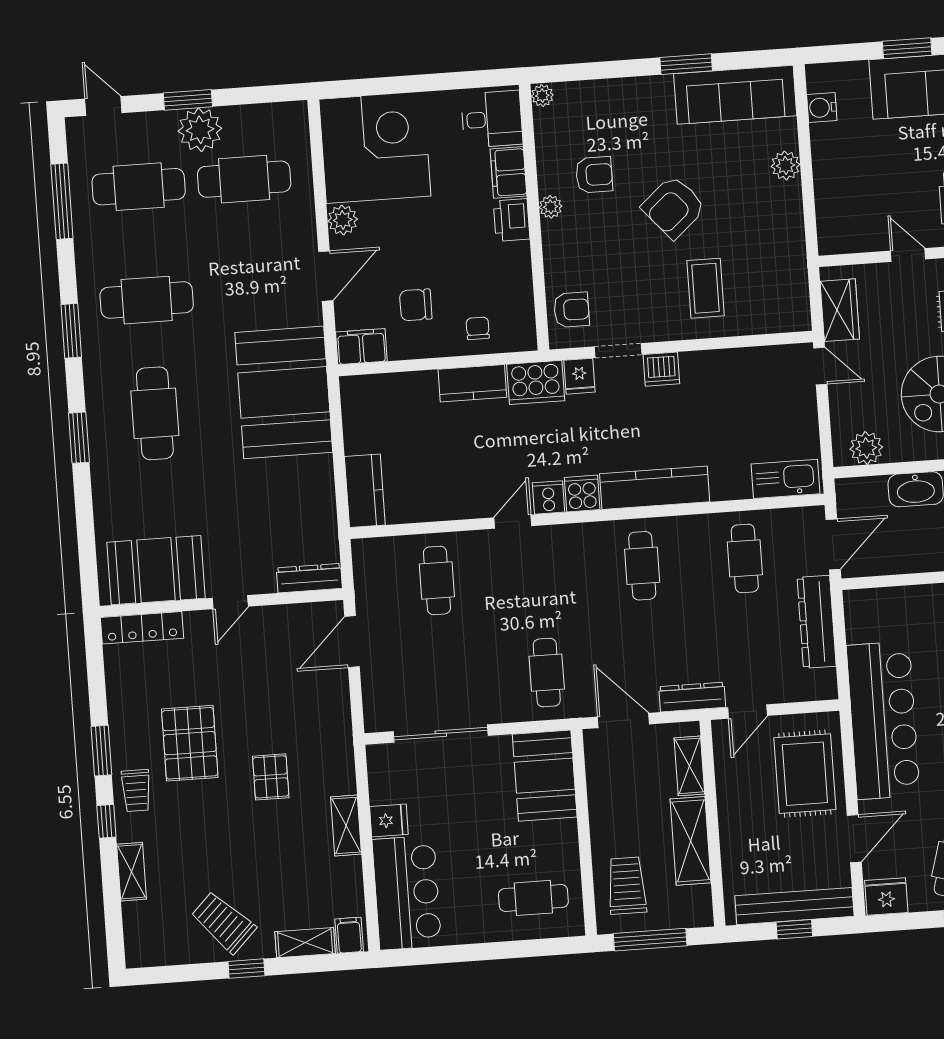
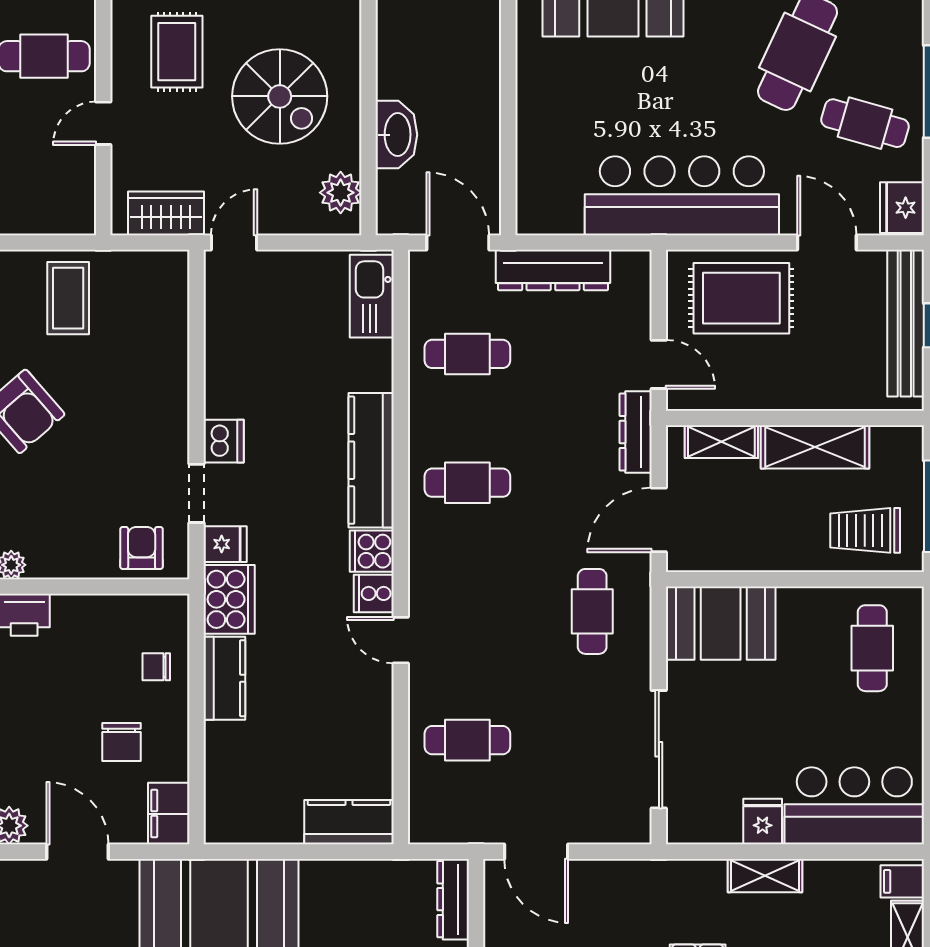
coffee table: (706, 288) -> (68, 298), moved, turned 90
cafe table: (547, 673) -> (592, 611), turned 90

